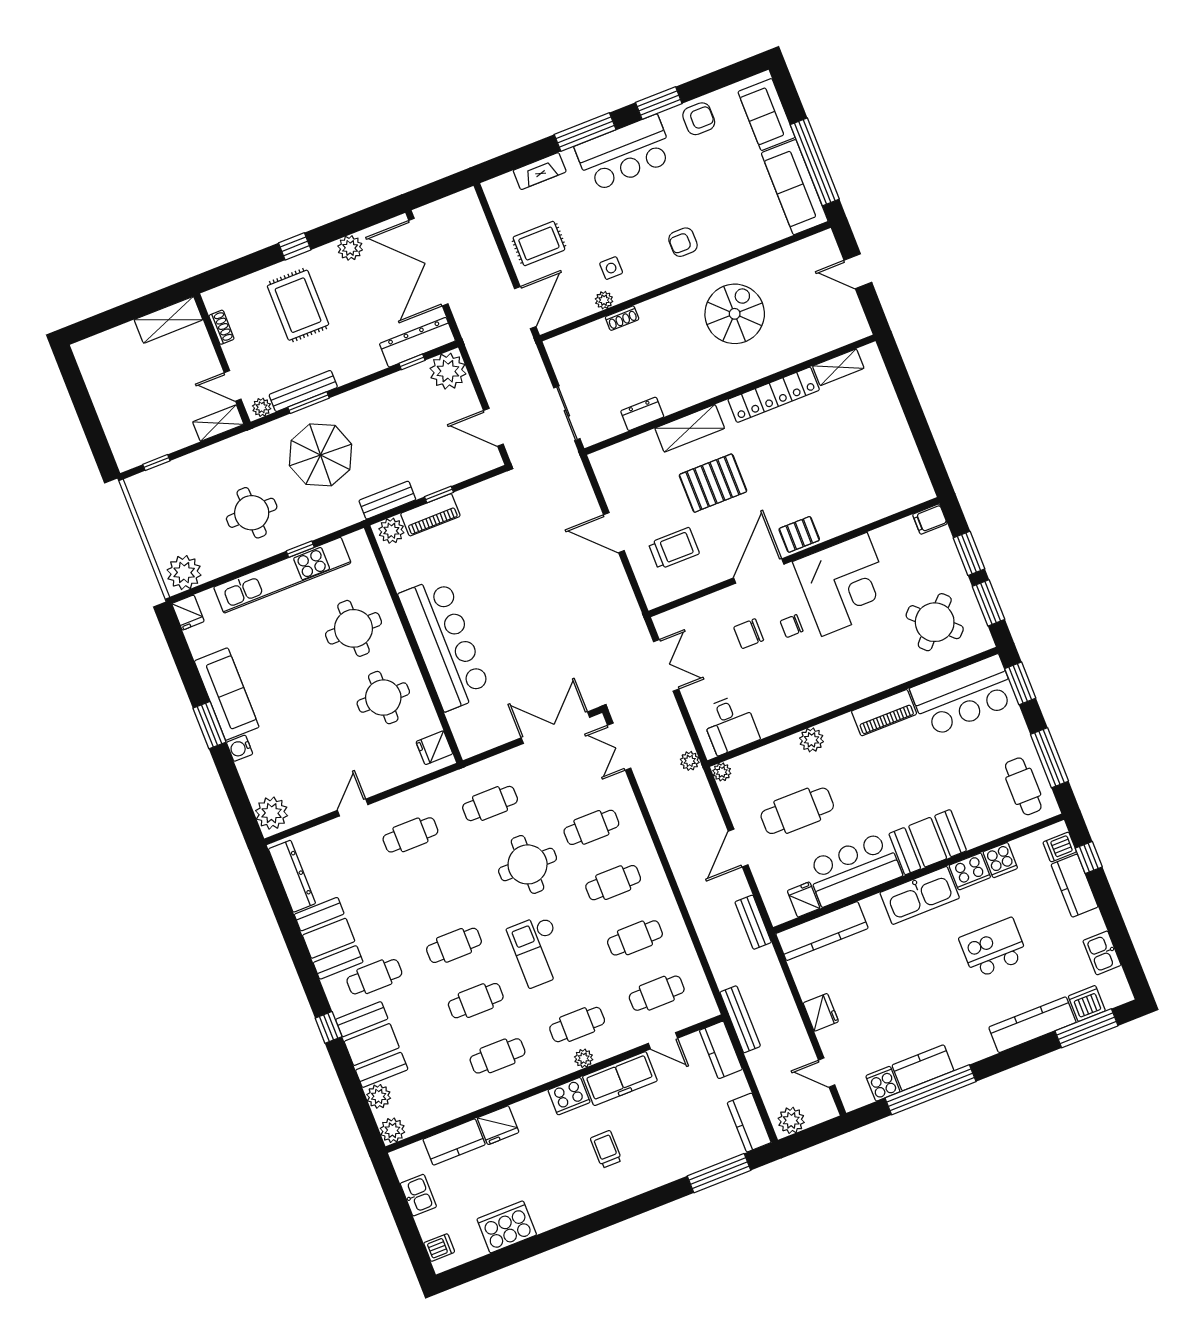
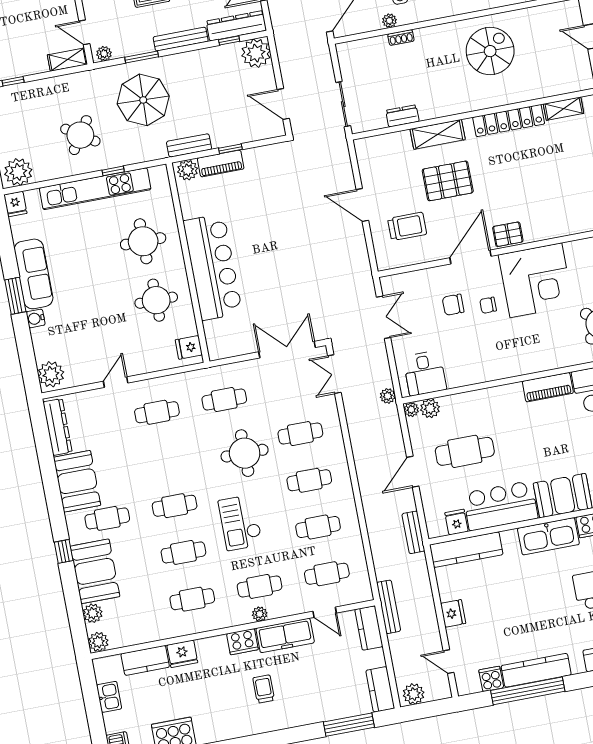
bench: (303, 391) -> (181, 39), moved
round table: (252, 513) -> (80, 135), turned 34
plant: (812, 740) -> (430, 408), moved
kitchen counter: (923, 1068) -> (536, 670), width x1.50

